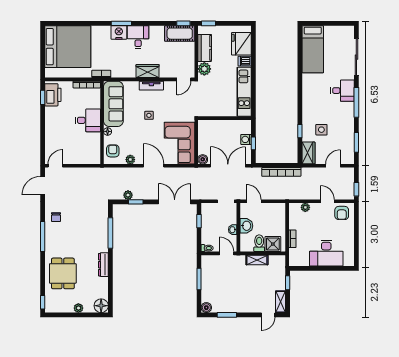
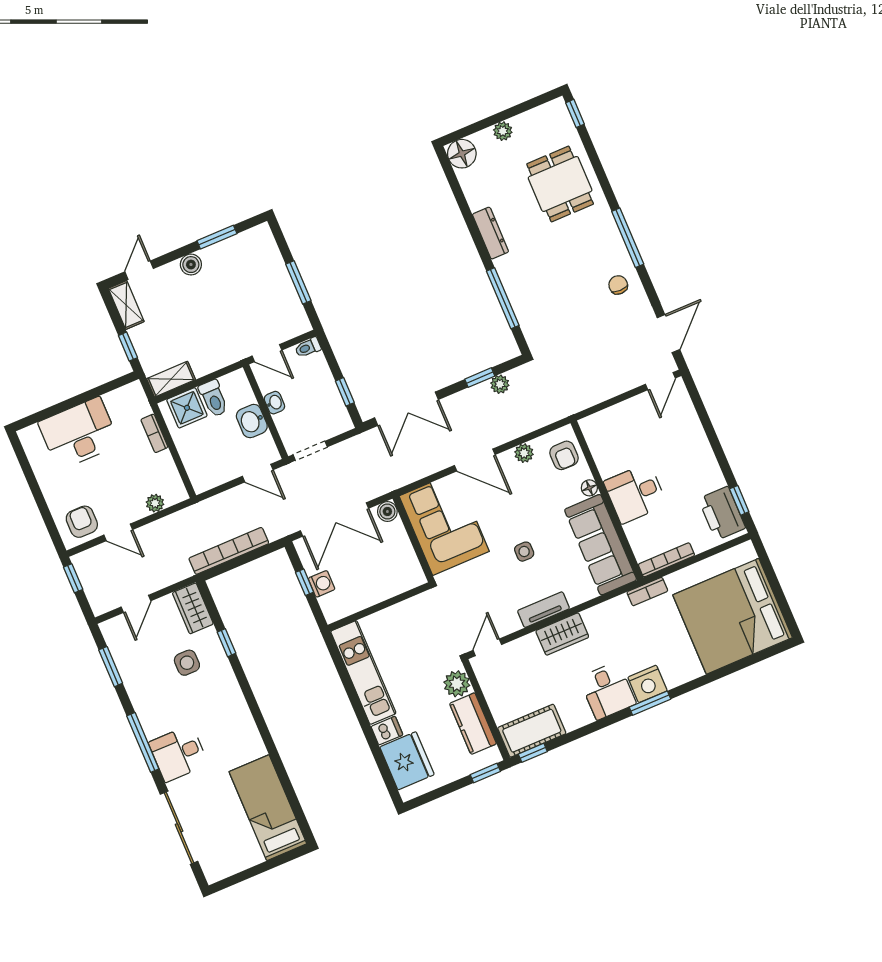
shelving: (257, 260) -> (171, 379), moved
boiler: (206, 308) -> (191, 265), moved

